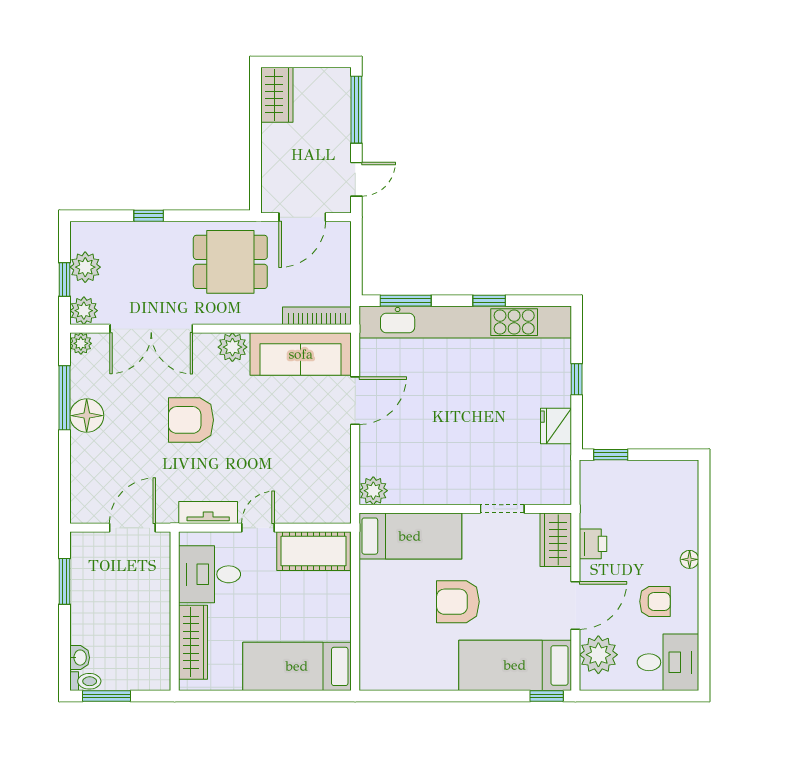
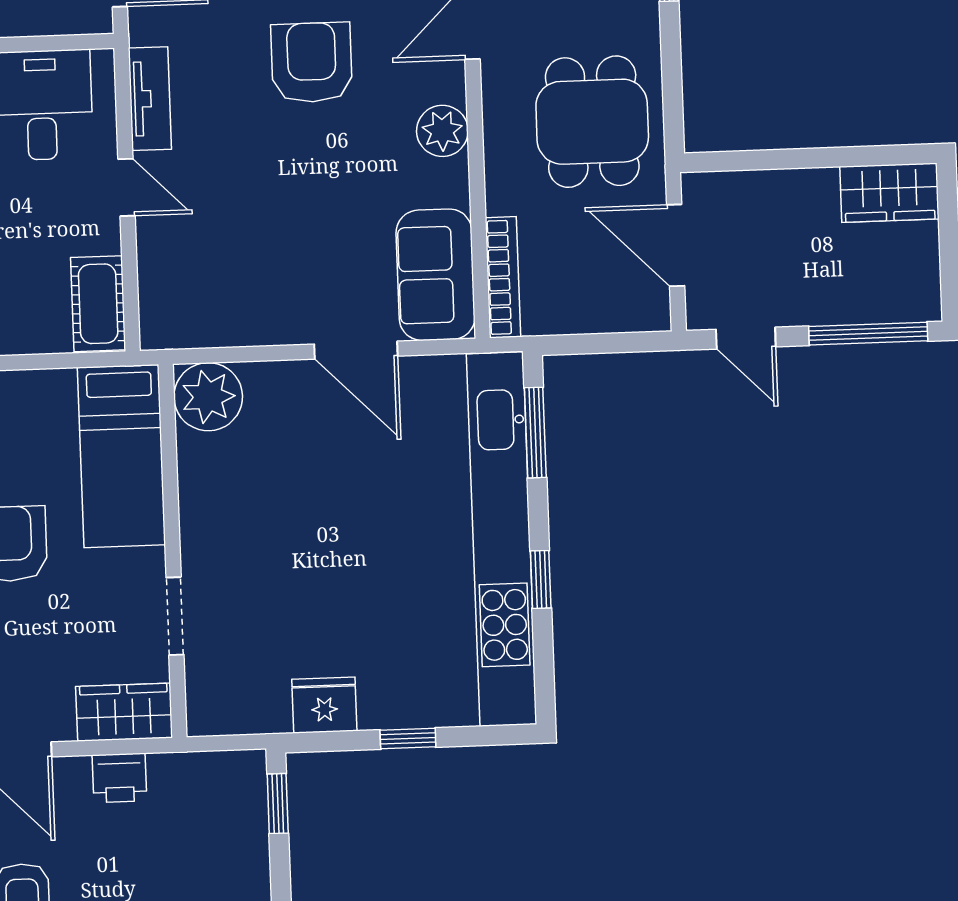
sofa: (301, 354) -> (436, 275), width x0.73
plant: (373, 491) -> (208, 397), width x1.36, depth x1.36
cot: (314, 551) -> (98, 304), width x0.73, depth x0.75

